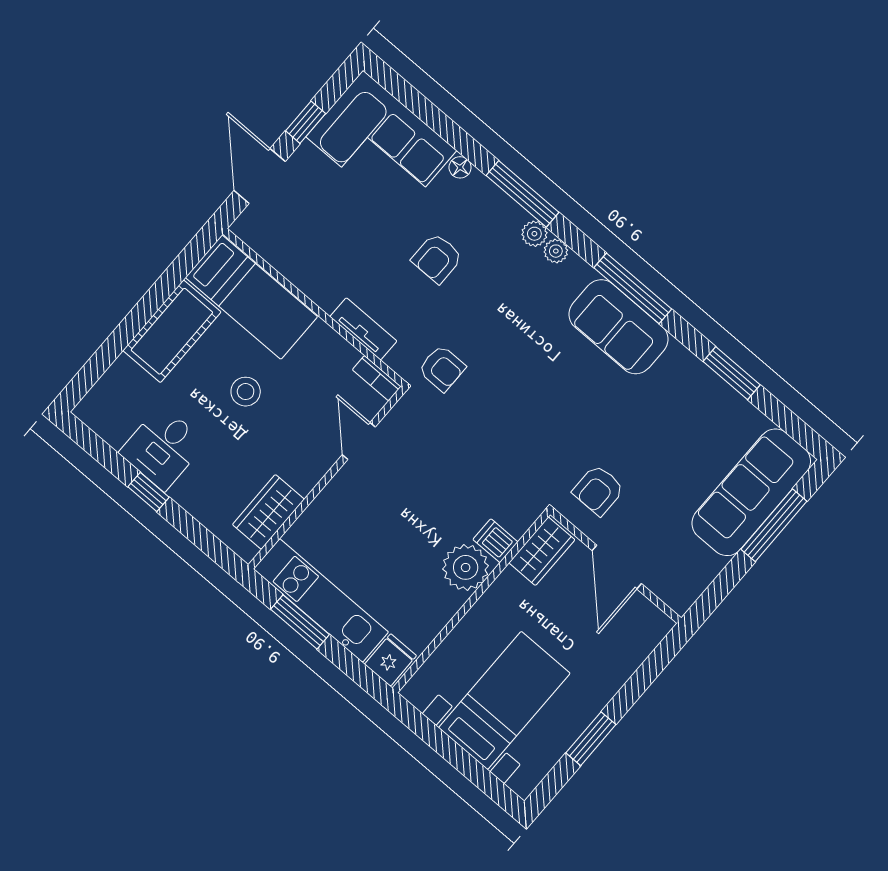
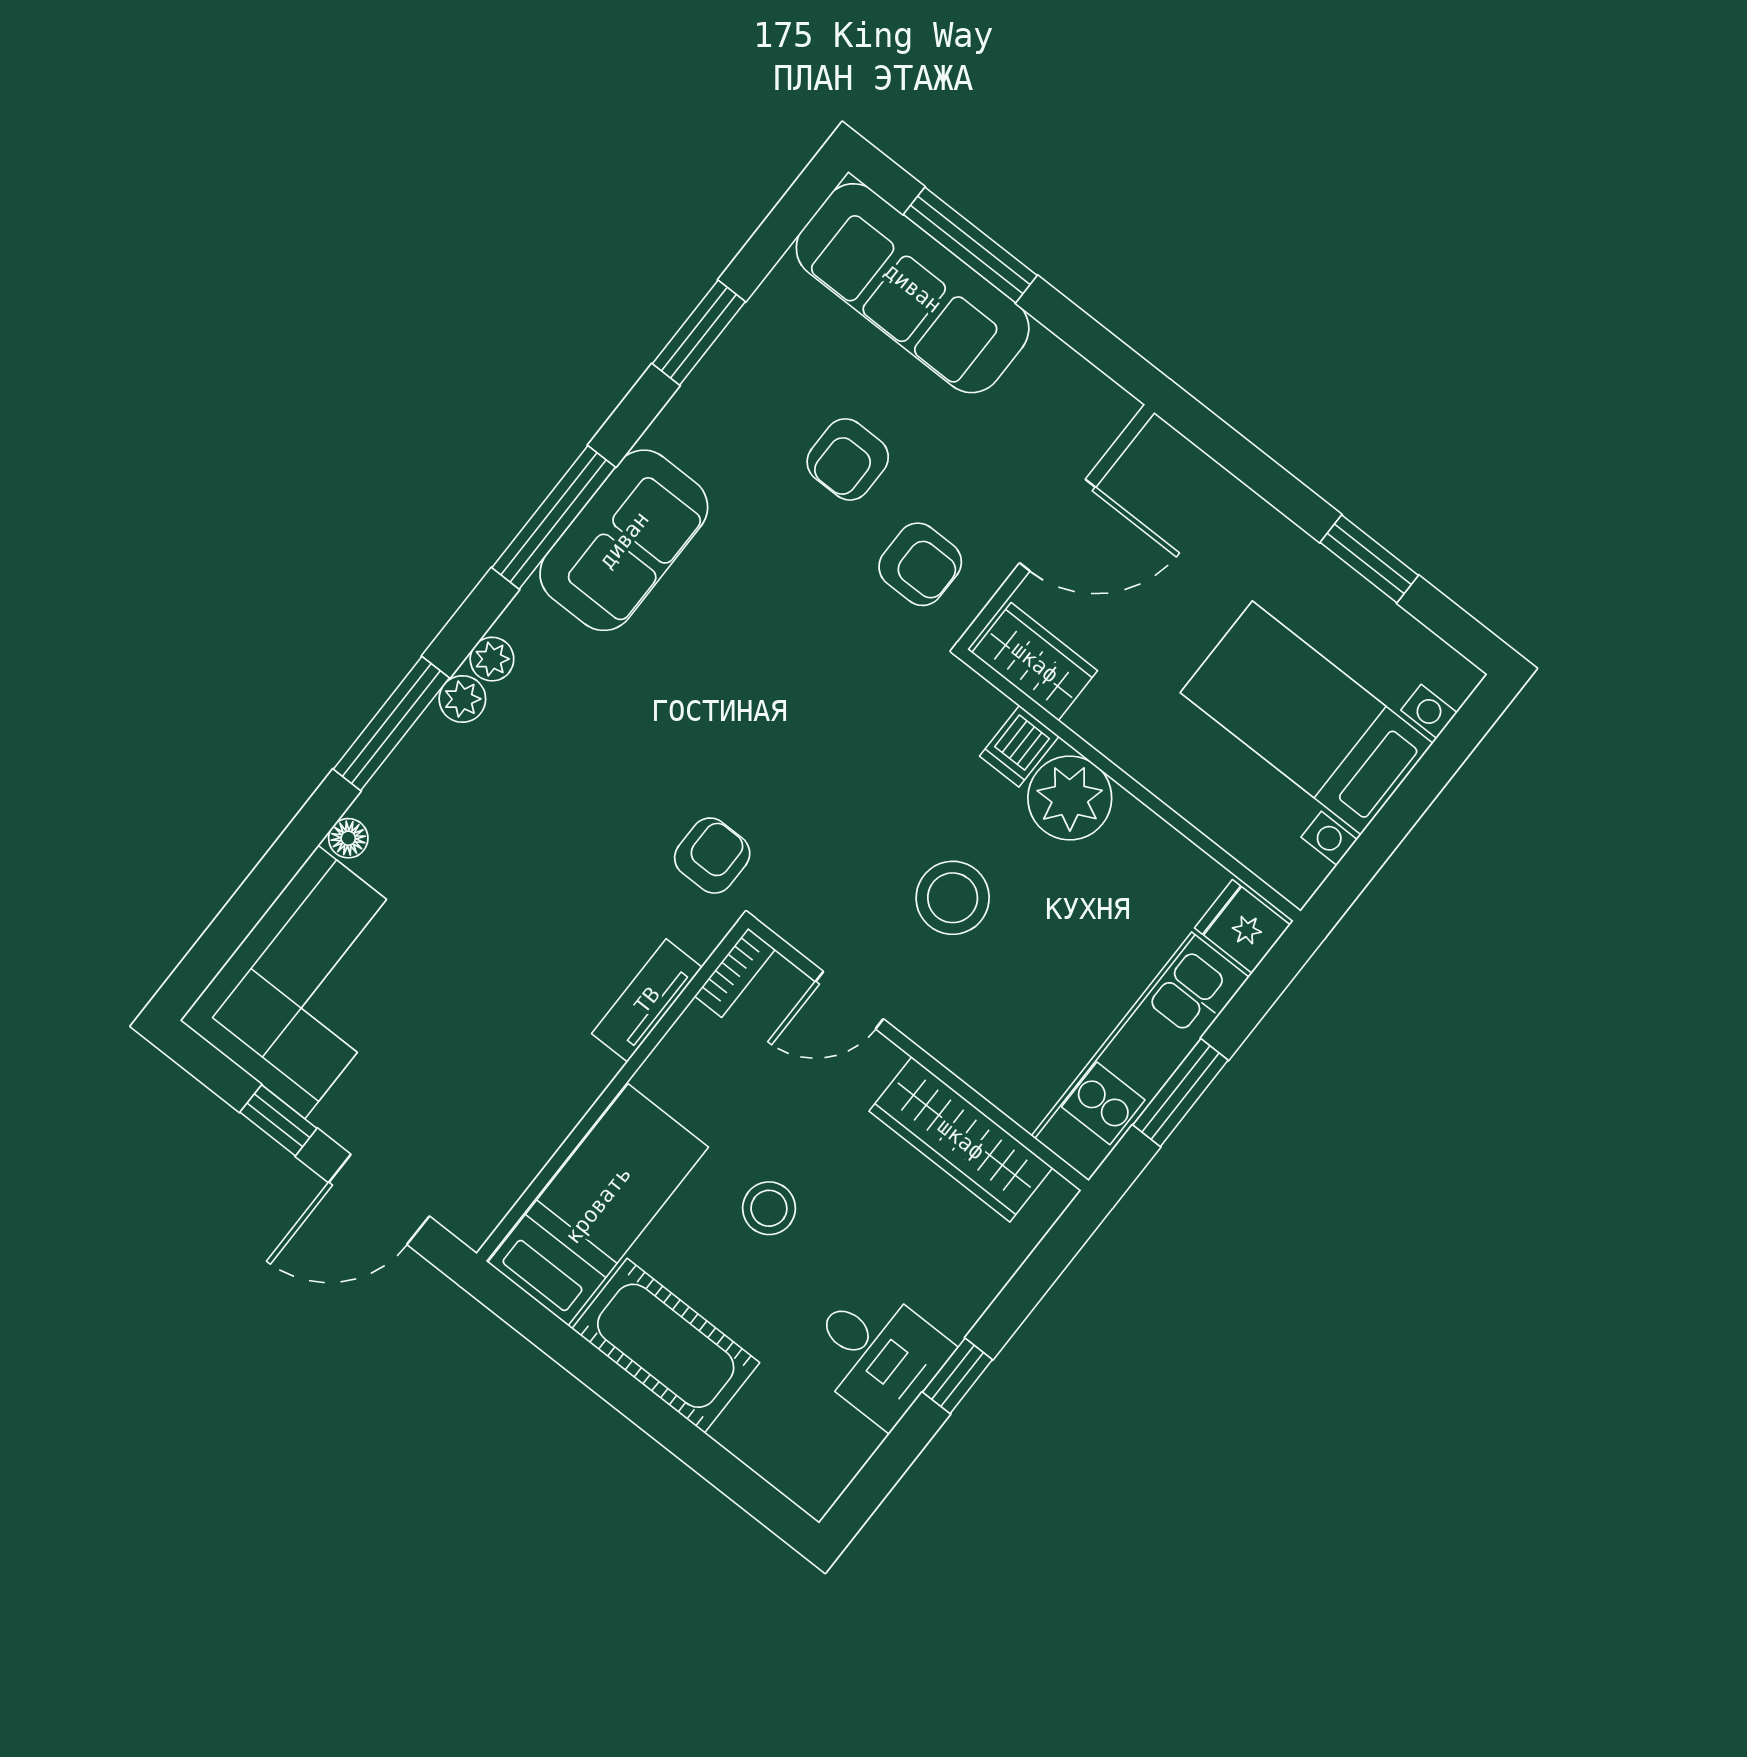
armchair: (437, 258) -> (848, 459), moved, turned 90
stool: (413, 500) -> (953, 898), added
wardrobe: (268, 512) -> (961, 1139), width x1.50

